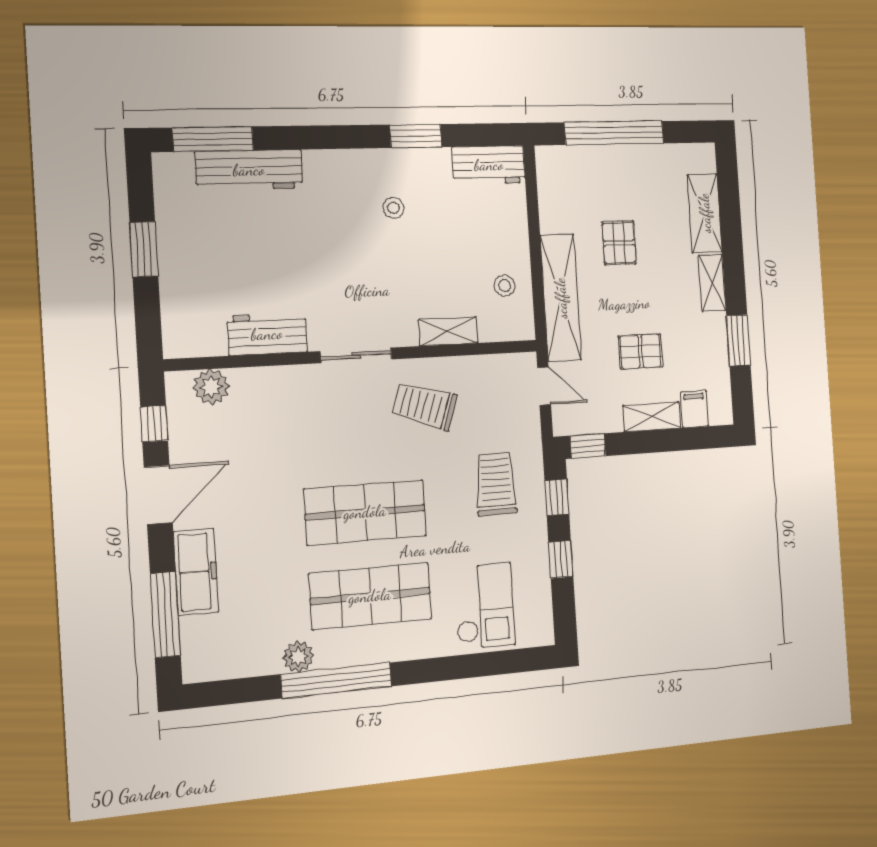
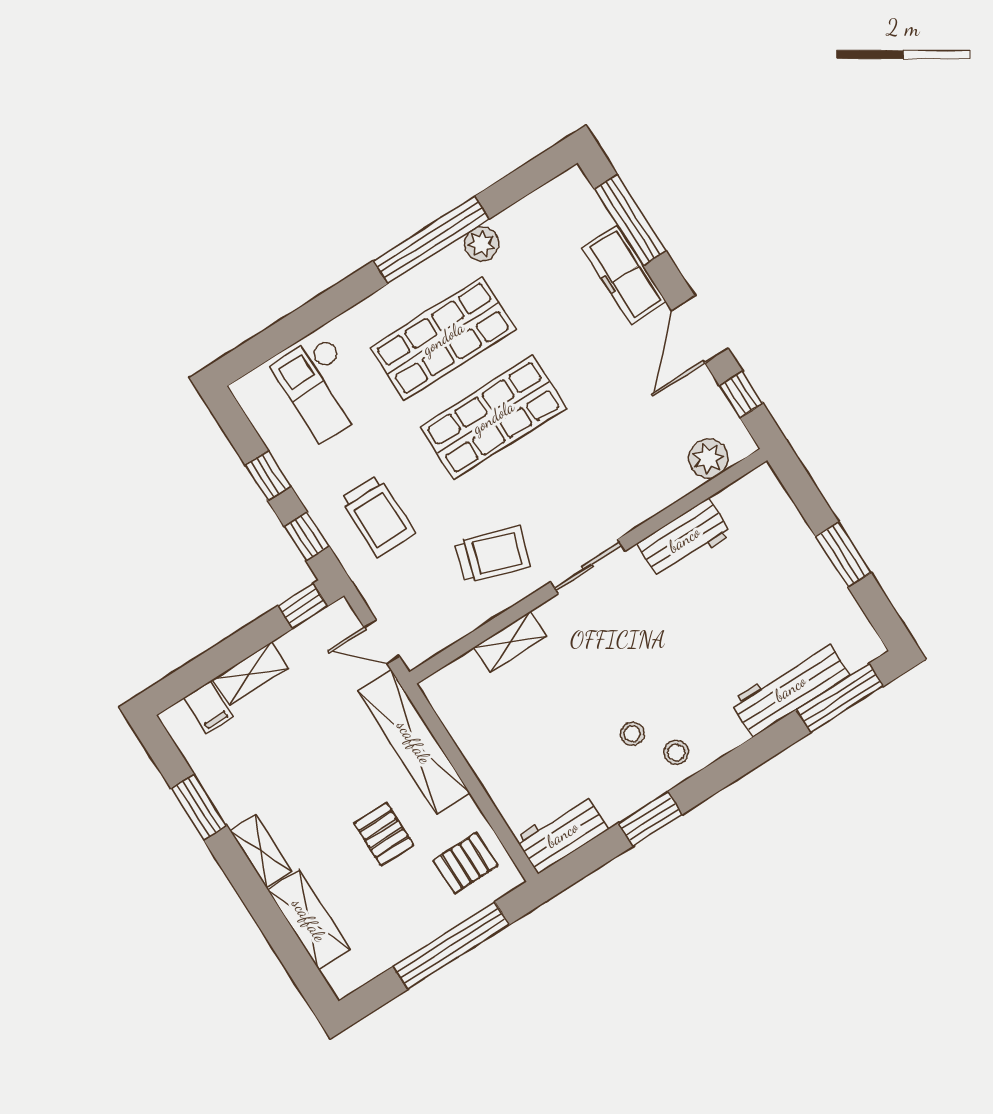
stool: (504, 286) -> (676, 752), moved
pallet: (641, 351) -> (465, 863), moved

